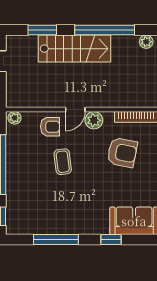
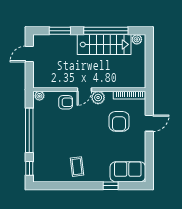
stairs: (75, 49) -> (104, 44), moved
armchair: (122, 153) -> (119, 121), turned 79
coffee table: (63, 162) -> (77, 167), moved
window: (56, 239) -> (70, 186), removed

